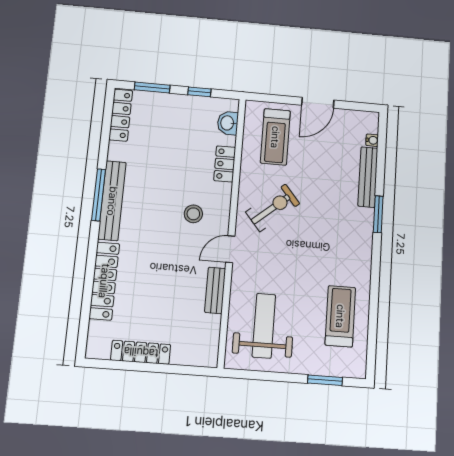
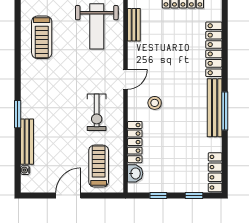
window: (152, 88) -> (194, 195), width x0.67
locker: (225, 164) -> (135, 142), width x1.53
exercise bike: (273, 208) -> (97, 112), turned -50
bench: (215, 290) -> (134, 25), moved

